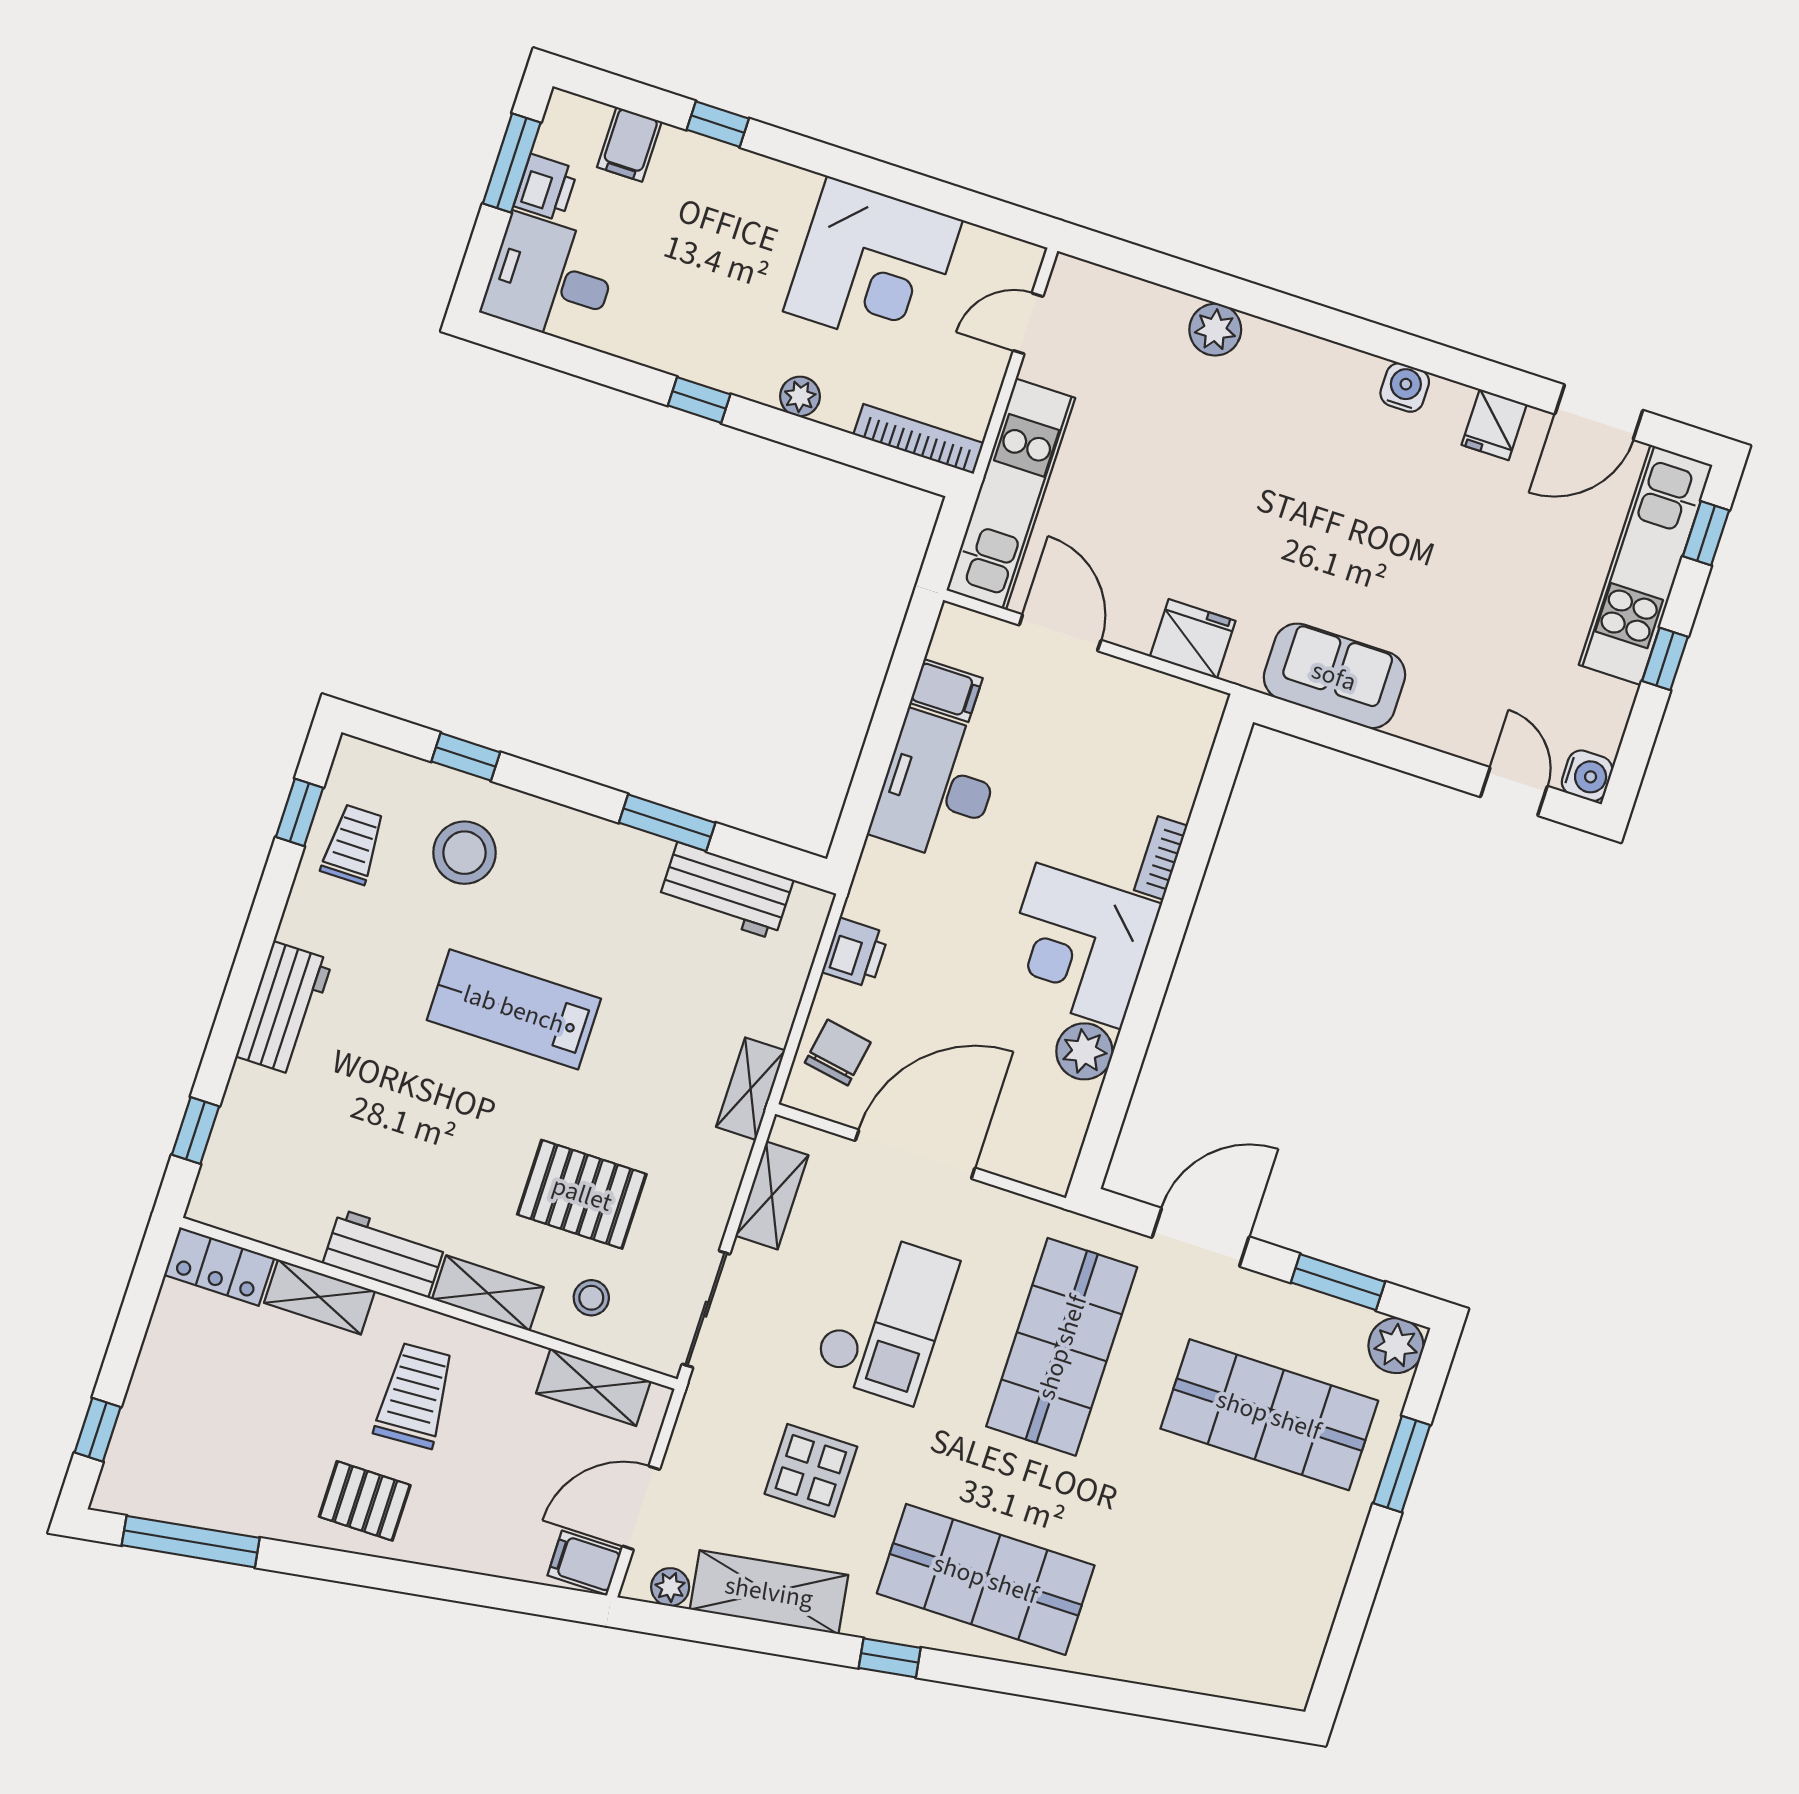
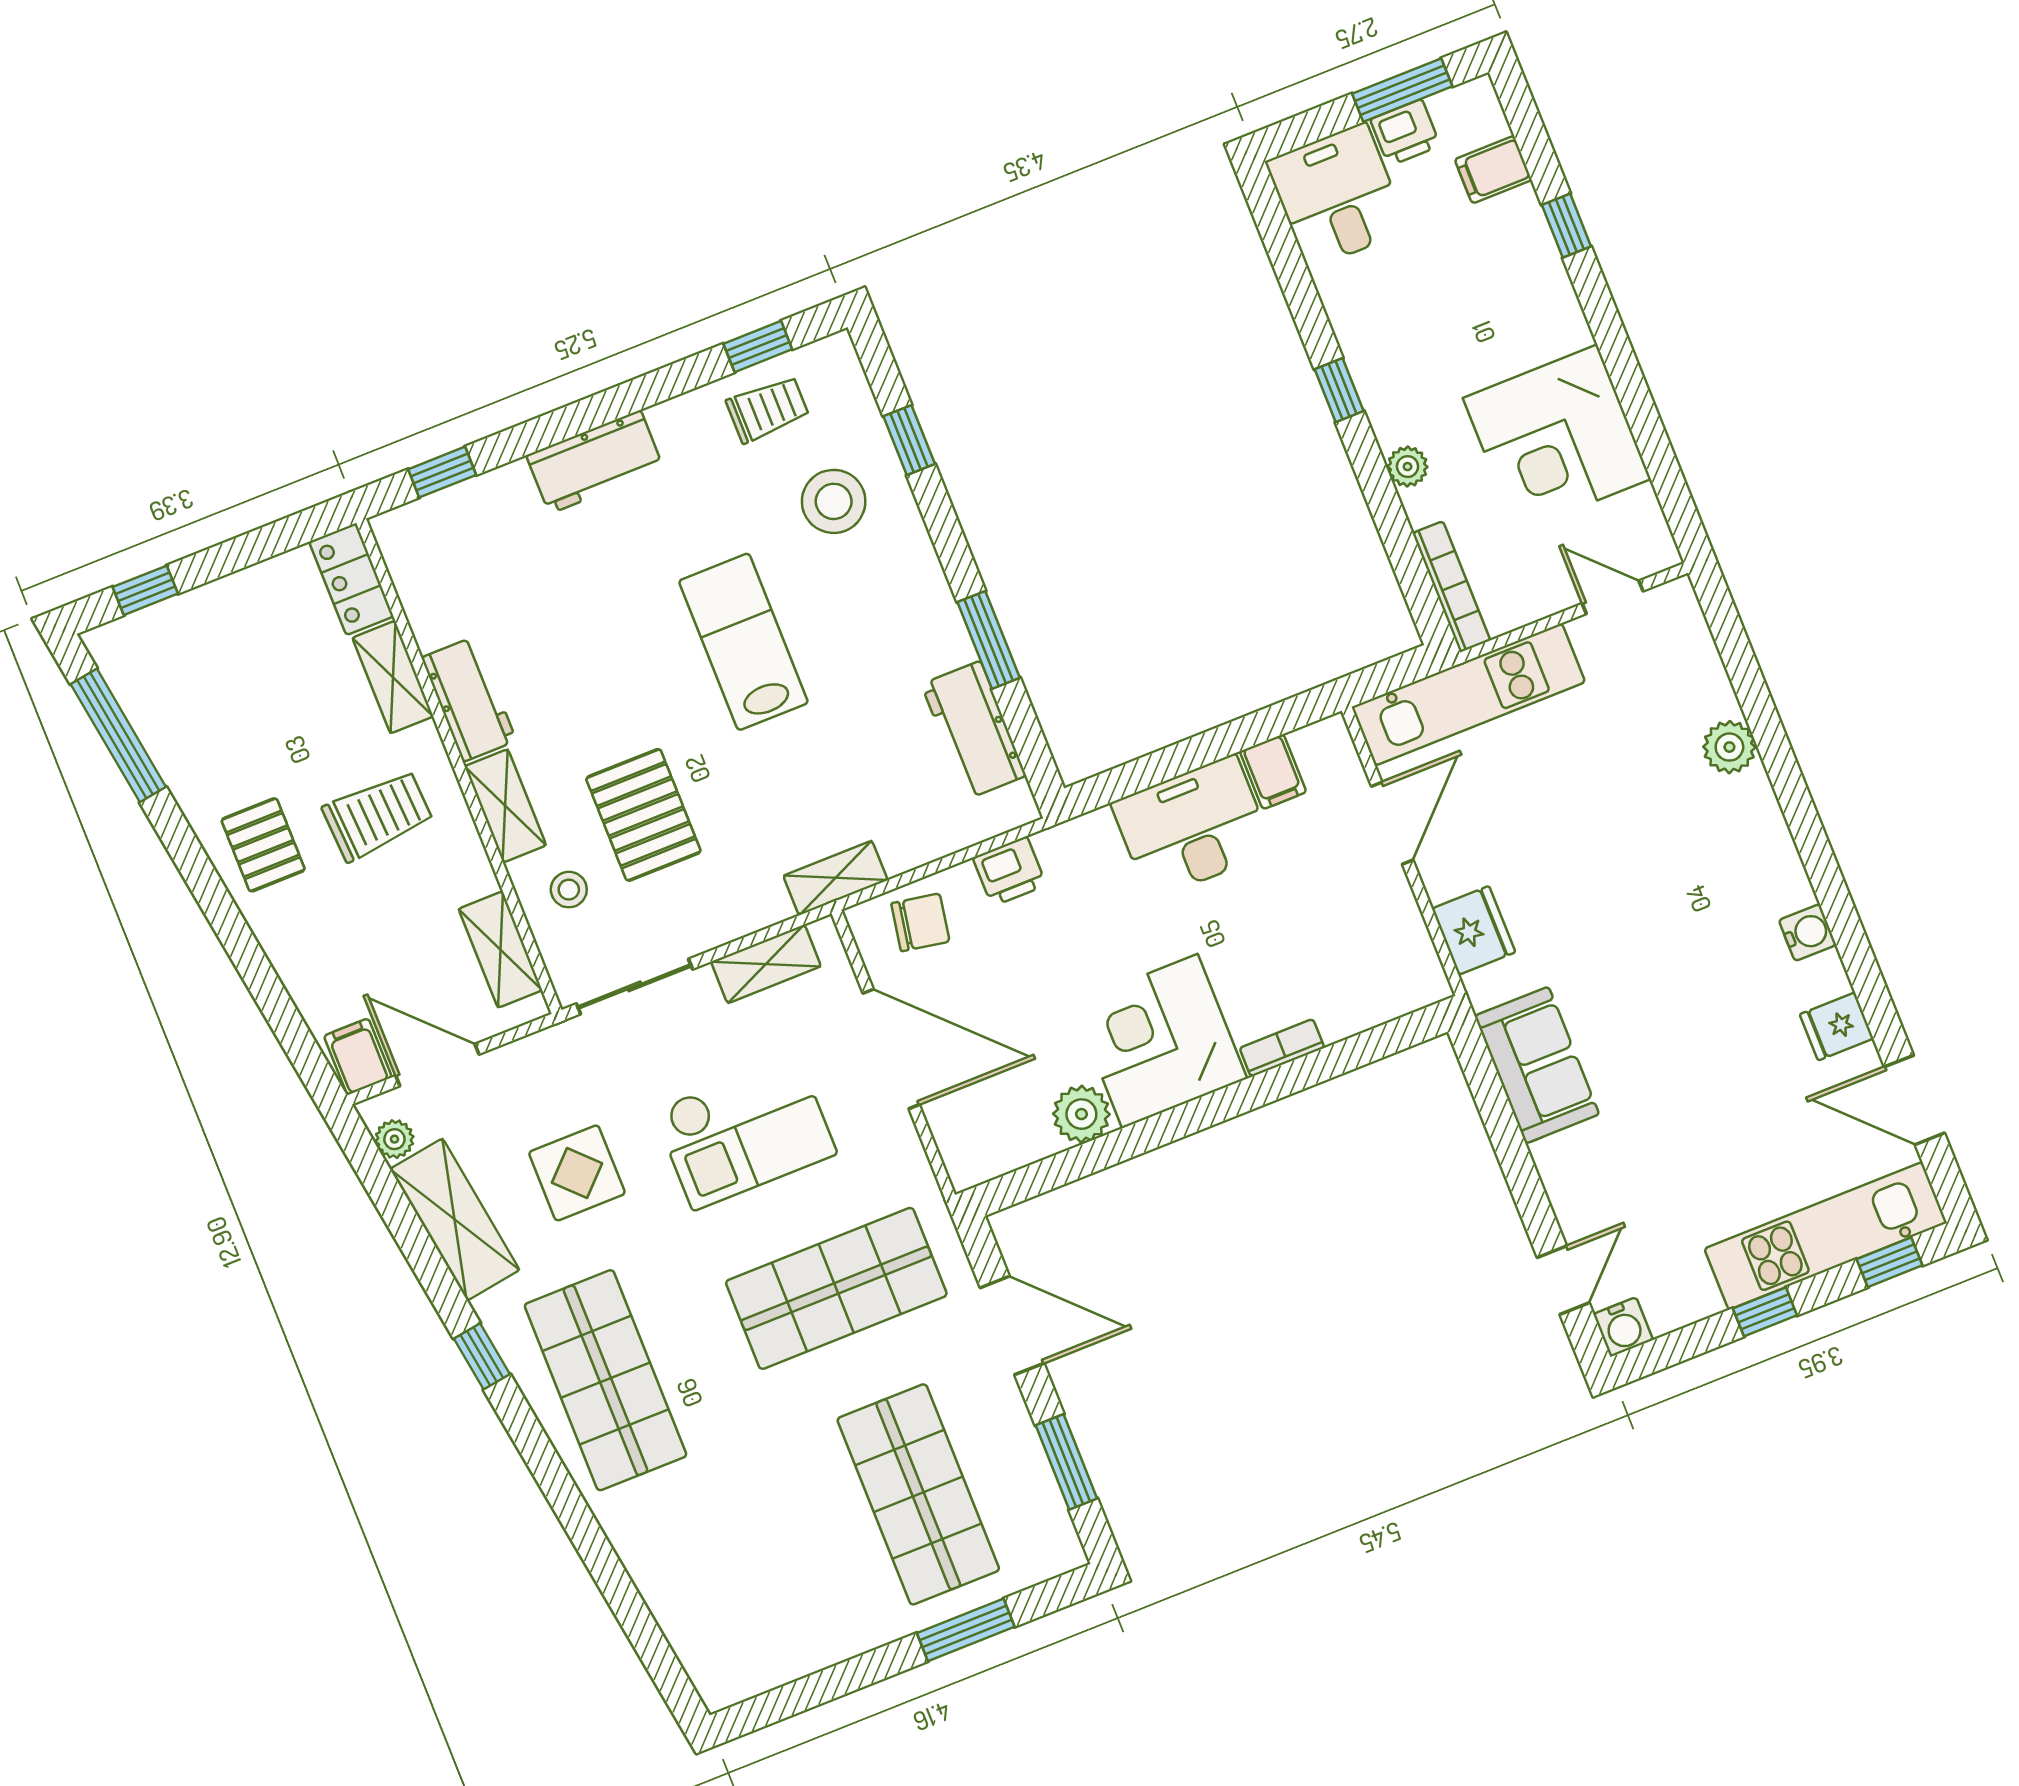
plant: (1396, 1346) -> (1054, 1548), removed

